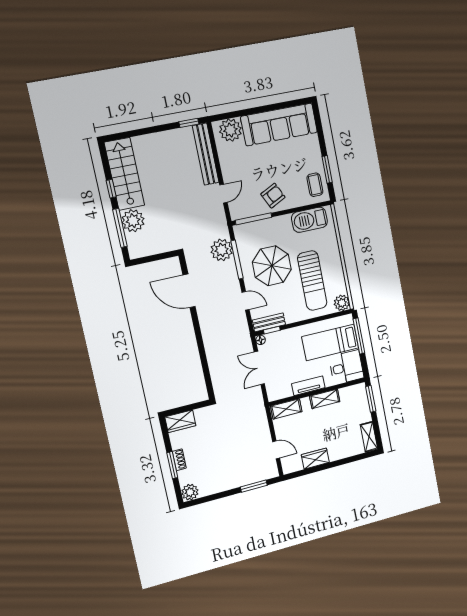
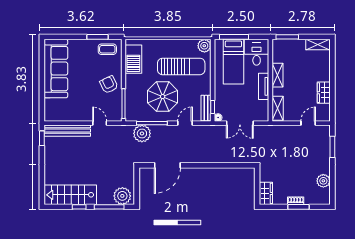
plant: (230, 130) -> (53, 108), removed
plant: (133, 221) -> (122, 196), moved
plant: (190, 492) -> (323, 181), moved

